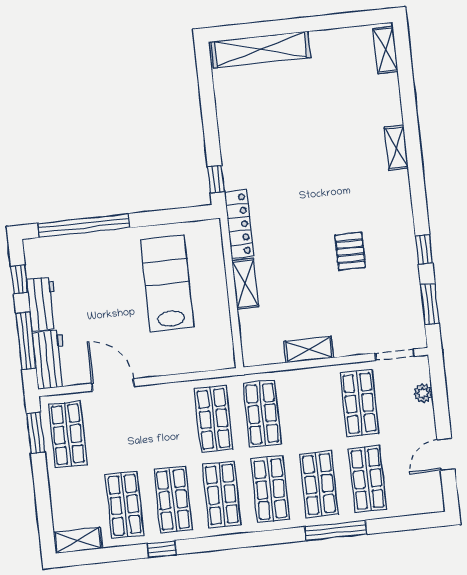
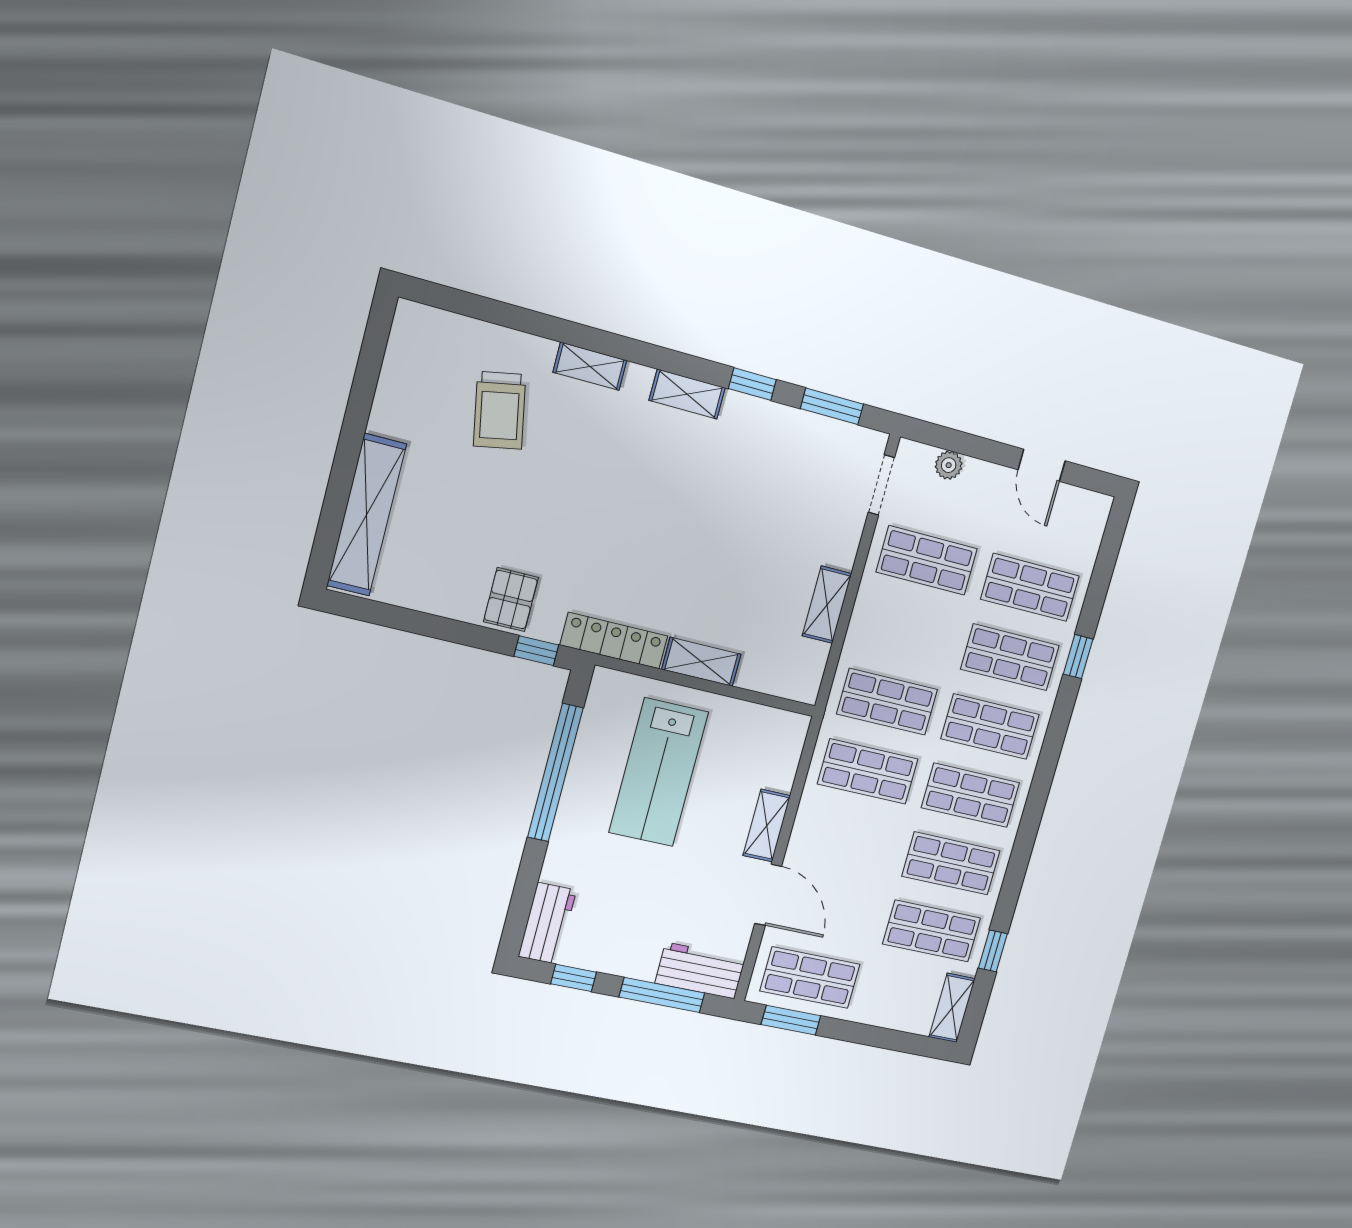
shelving: (385, 50) -> (687, 394), moved
trolley: (350, 104) -> (500, 410), added
window: (84, 225) -> (555, 773), moved
pallet: (350, 251) -> (511, 600), moved, turned 90
lab bench: (167, 283) -> (659, 772), turned -90
workbench: (42, 304) -> (547, 923), moved, turned 90
shelving: (157, 366) -> (767, 826), added
door: (113, 385) -> (768, 895), swing flipped
window: (336, 530) -> (1078, 657), width x0.46
window: (162, 549) -> (993, 951), moved

